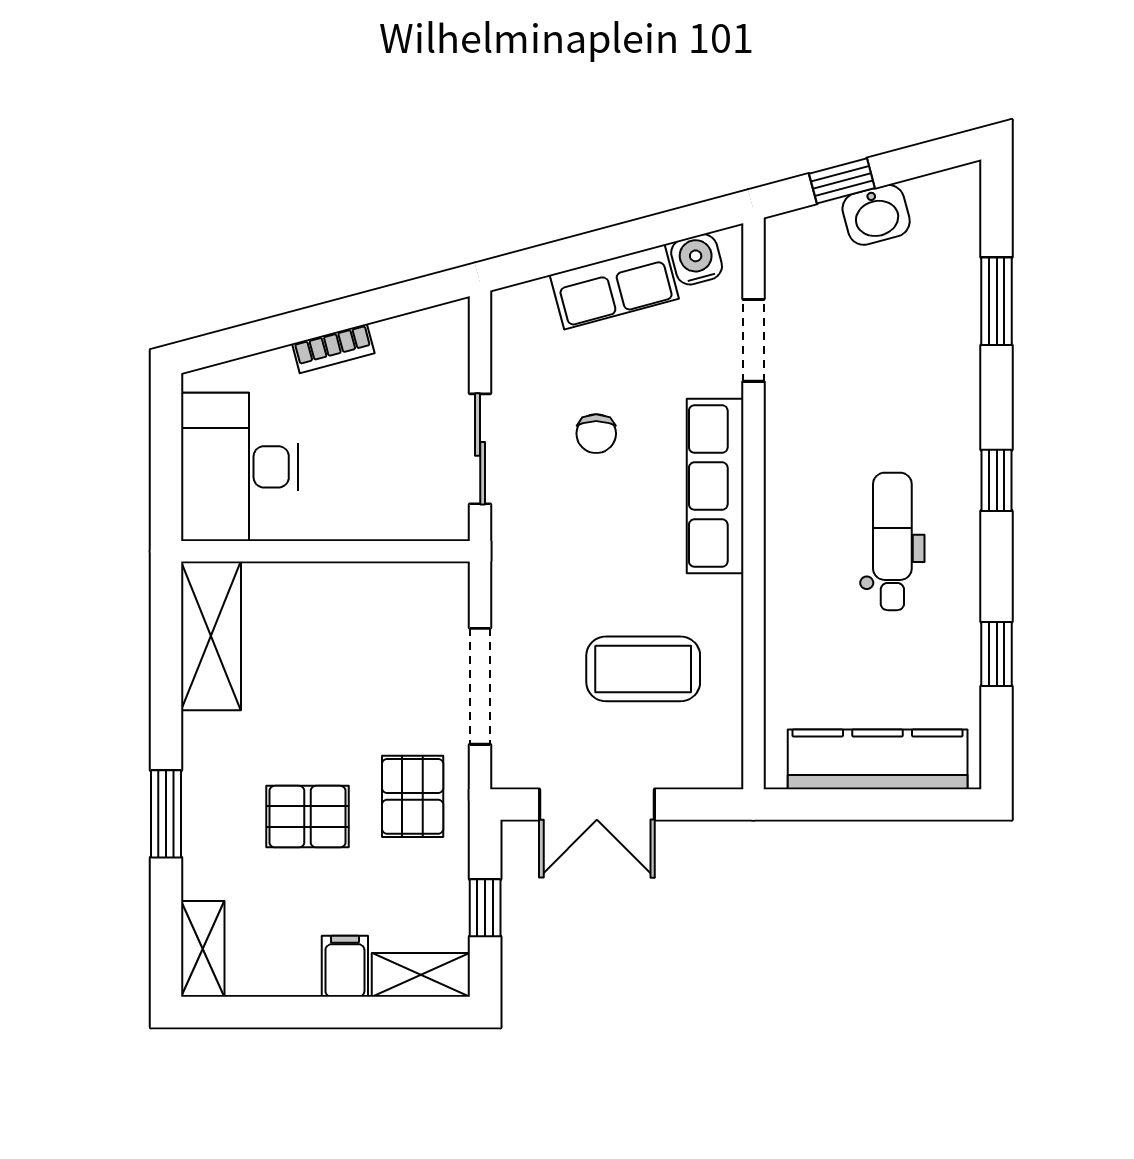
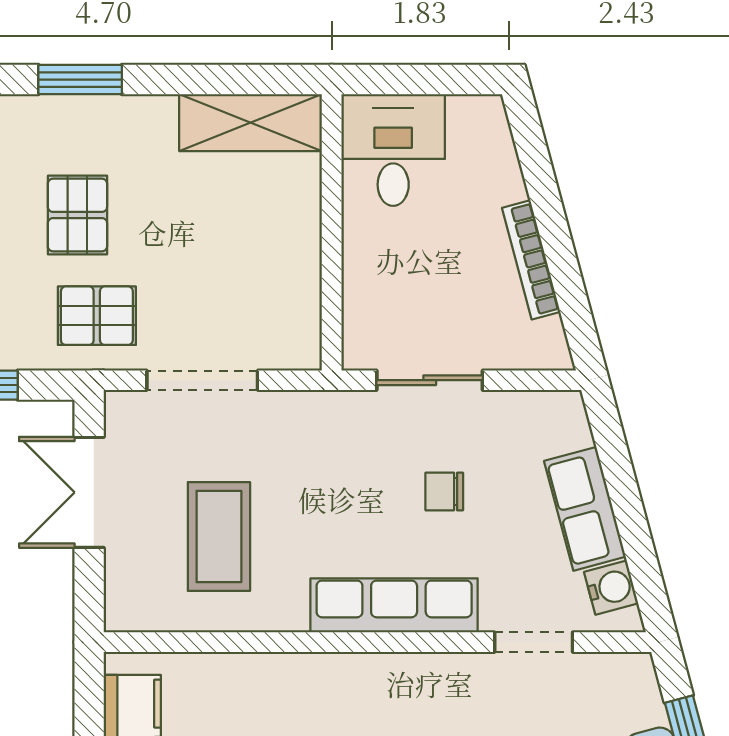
bookcase: (333, 349) -> (531, 260), width x1.56
desk: (240, 467) -> (393, 150), width x0.73

